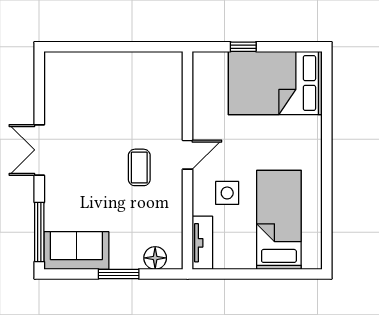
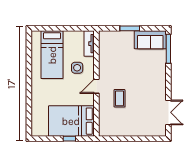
bed: (275, 83) -> (71, 121), moved, turned 180
double door: (39, 150) -> (168, 112), moved
coffee table: (139, 167) -> (120, 98), moved
floor lamp: (155, 258) -> (112, 36), removed

